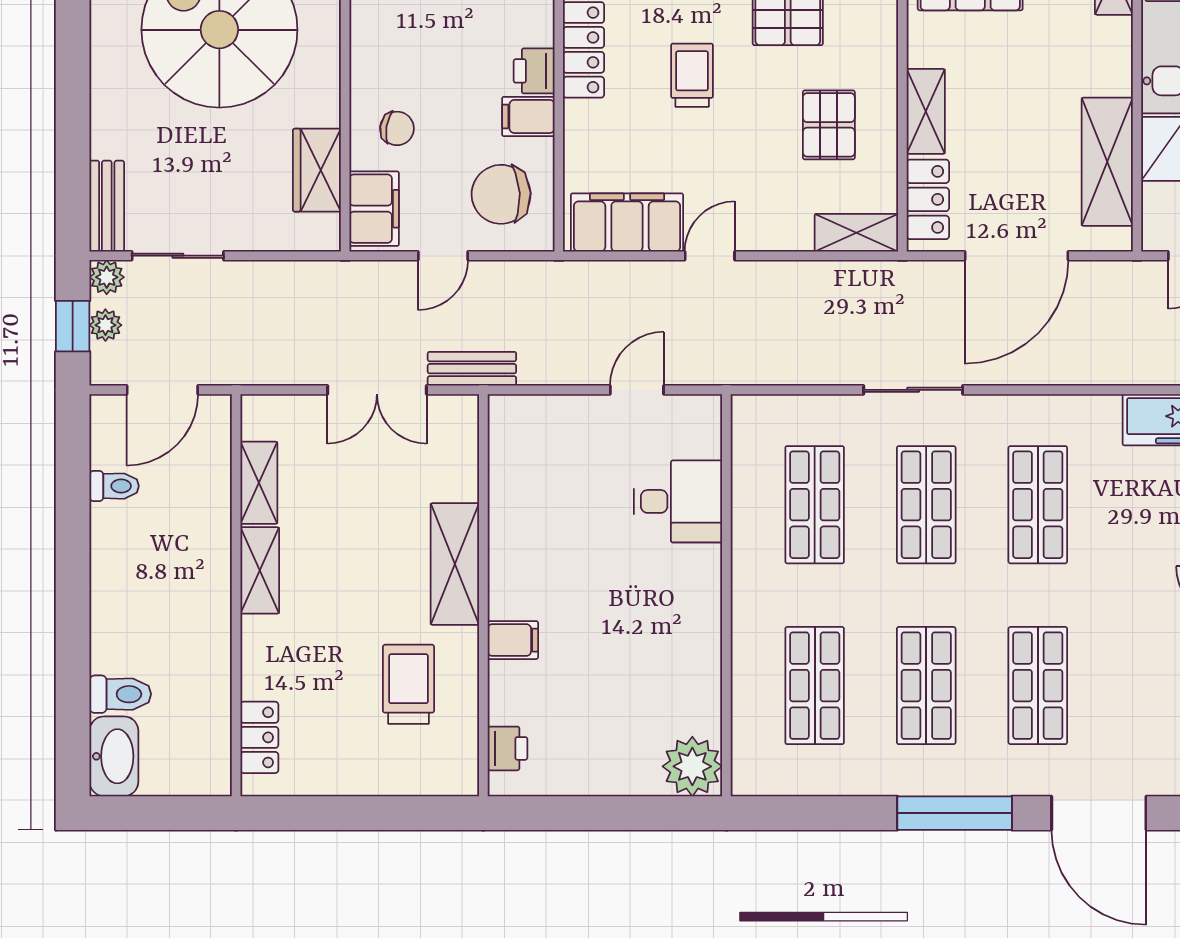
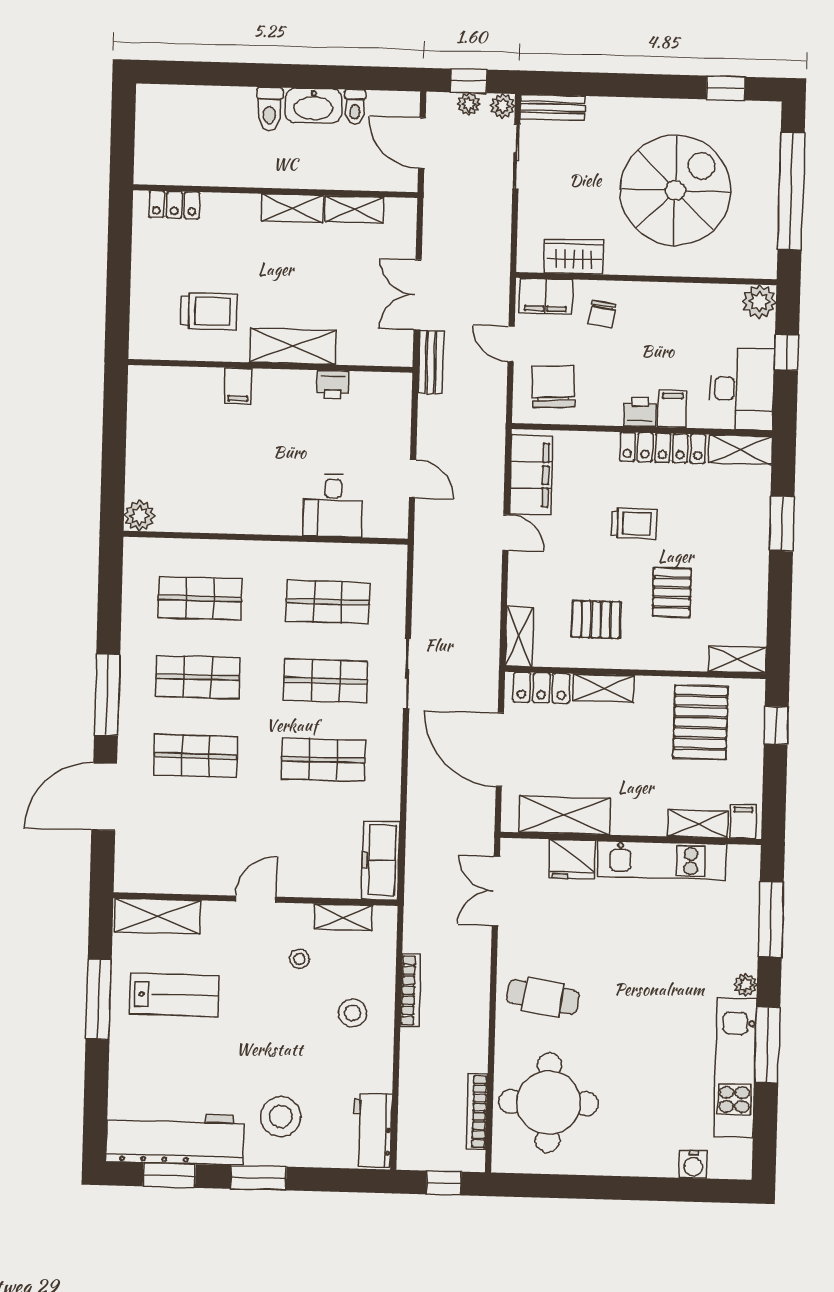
filing cabinet: (528, 116) -> (672, 409), moved
toilet: (120, 694) -> (269, 109), moved
printer: (507, 748) -> (333, 385), moved
washbasin: (114, 756) -> (313, 106), moved
plant: (692, 766) -> (139, 516), width x0.73, depth x0.73

